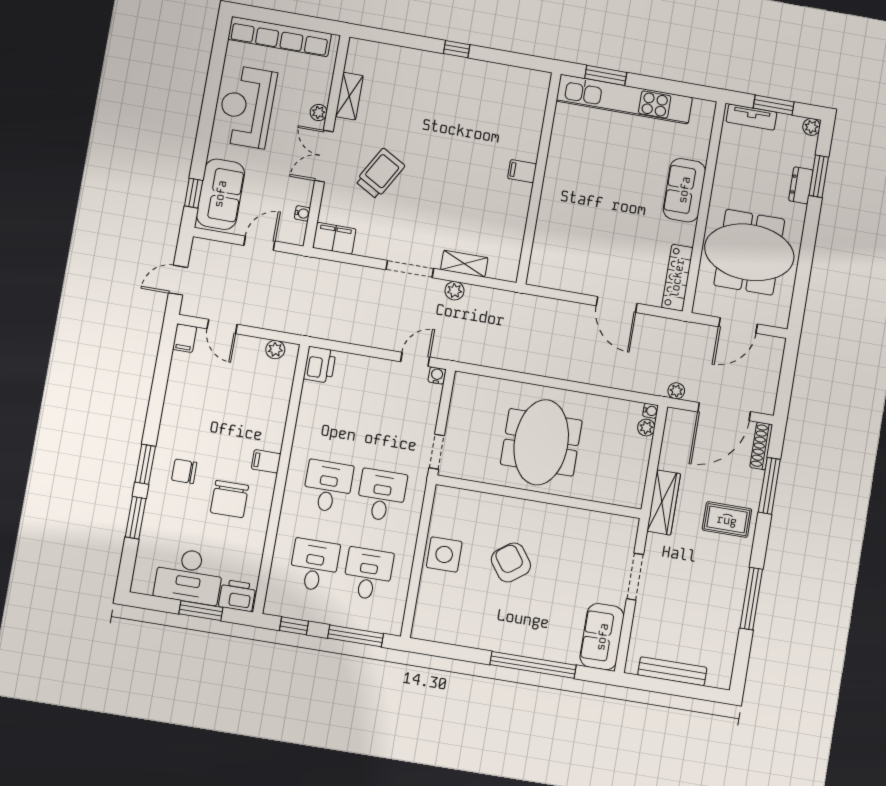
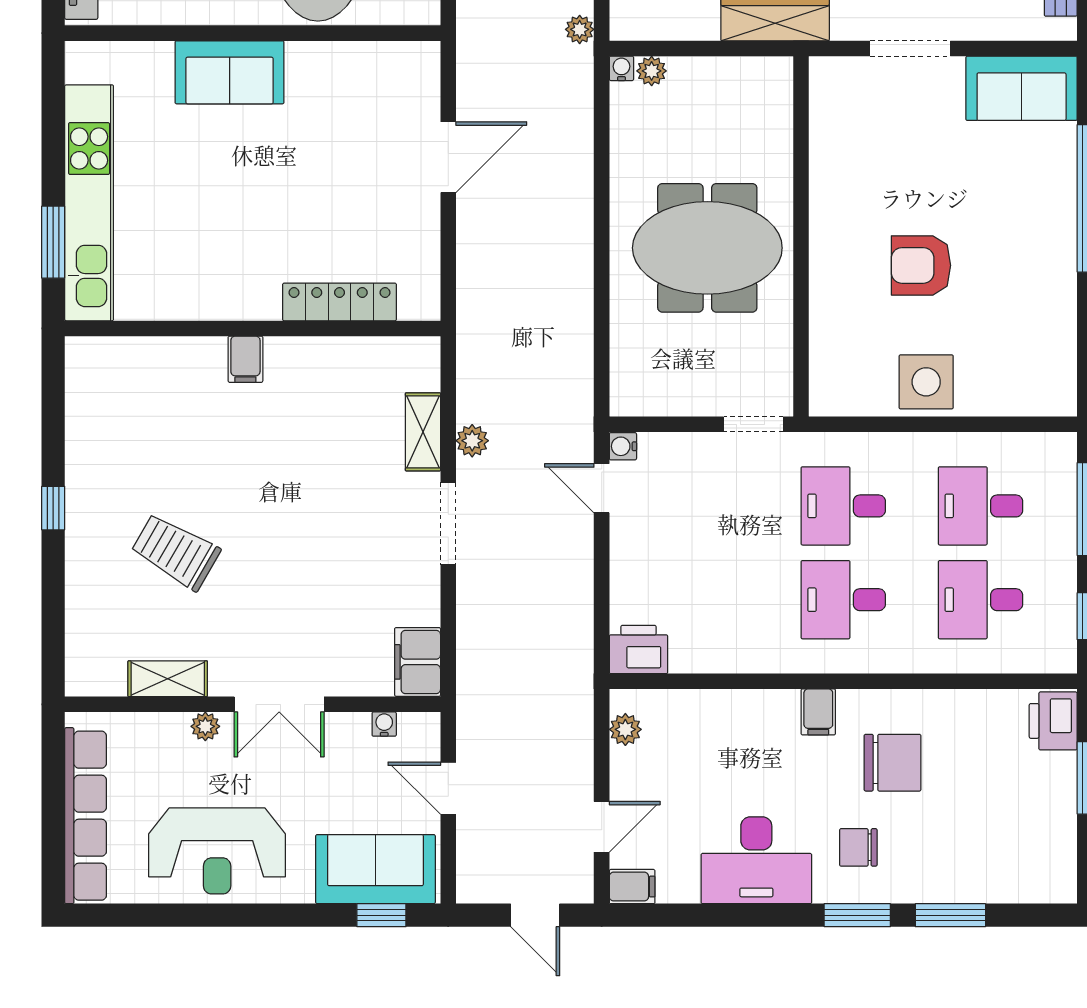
trolley: (380, 174) -> (176, 552), moved
locker: (677, 278) -> (340, 302), moved, turned 180
chair: (184, 471) -> (858, 847), turned 90
armchair: (511, 562) -> (921, 265), turned 36
desk: (189, 576) -> (756, 860), moved, turned 90

